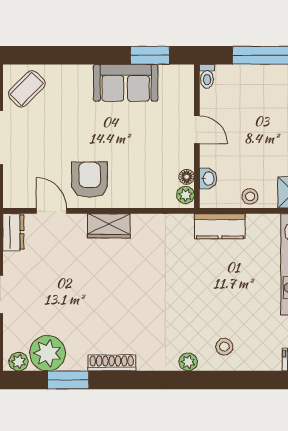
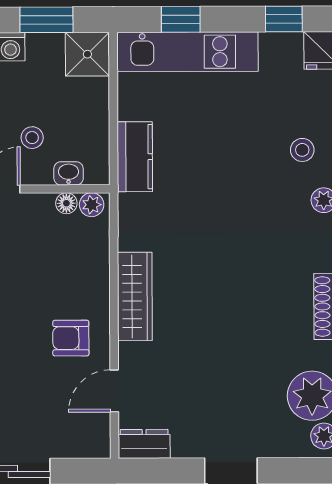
armchair: (90, 180) -> (71, 338), width x0.72, depth x0.72
stool: (250, 196) -> (32, 138), moved
wardrobe: (109, 226) -> (135, 296), width x1.50

